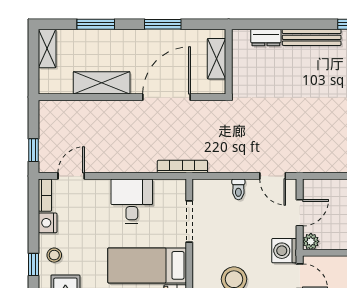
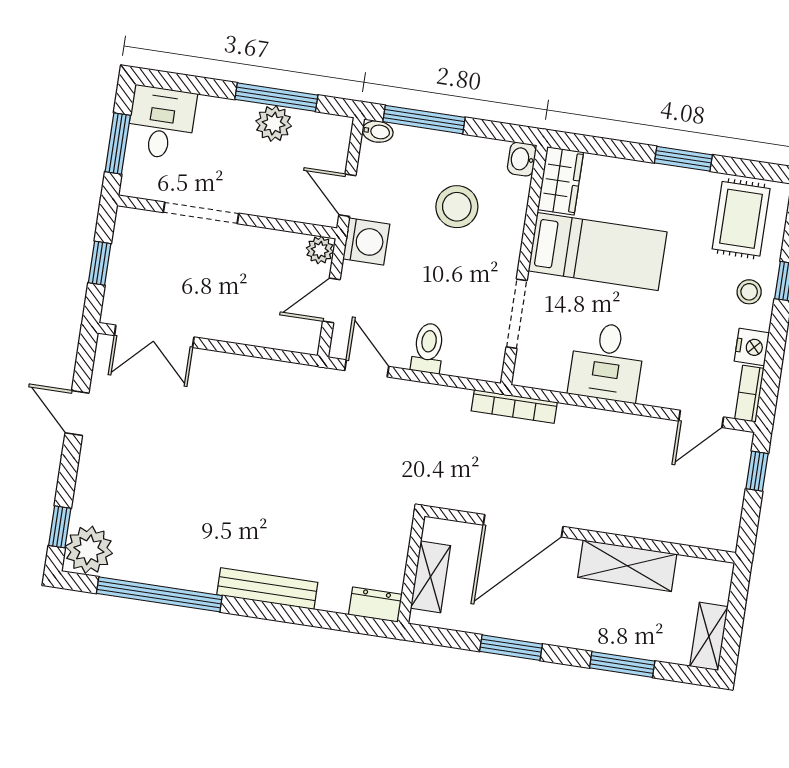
dresser: (266, 38) -> (375, 605), moved
toilet: (238, 189) -> (428, 348), width x1.37, depth x1.39

